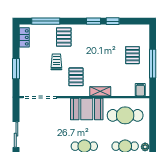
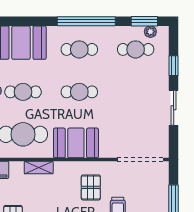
shelving: (100, 91) -> (39, 167), moved

